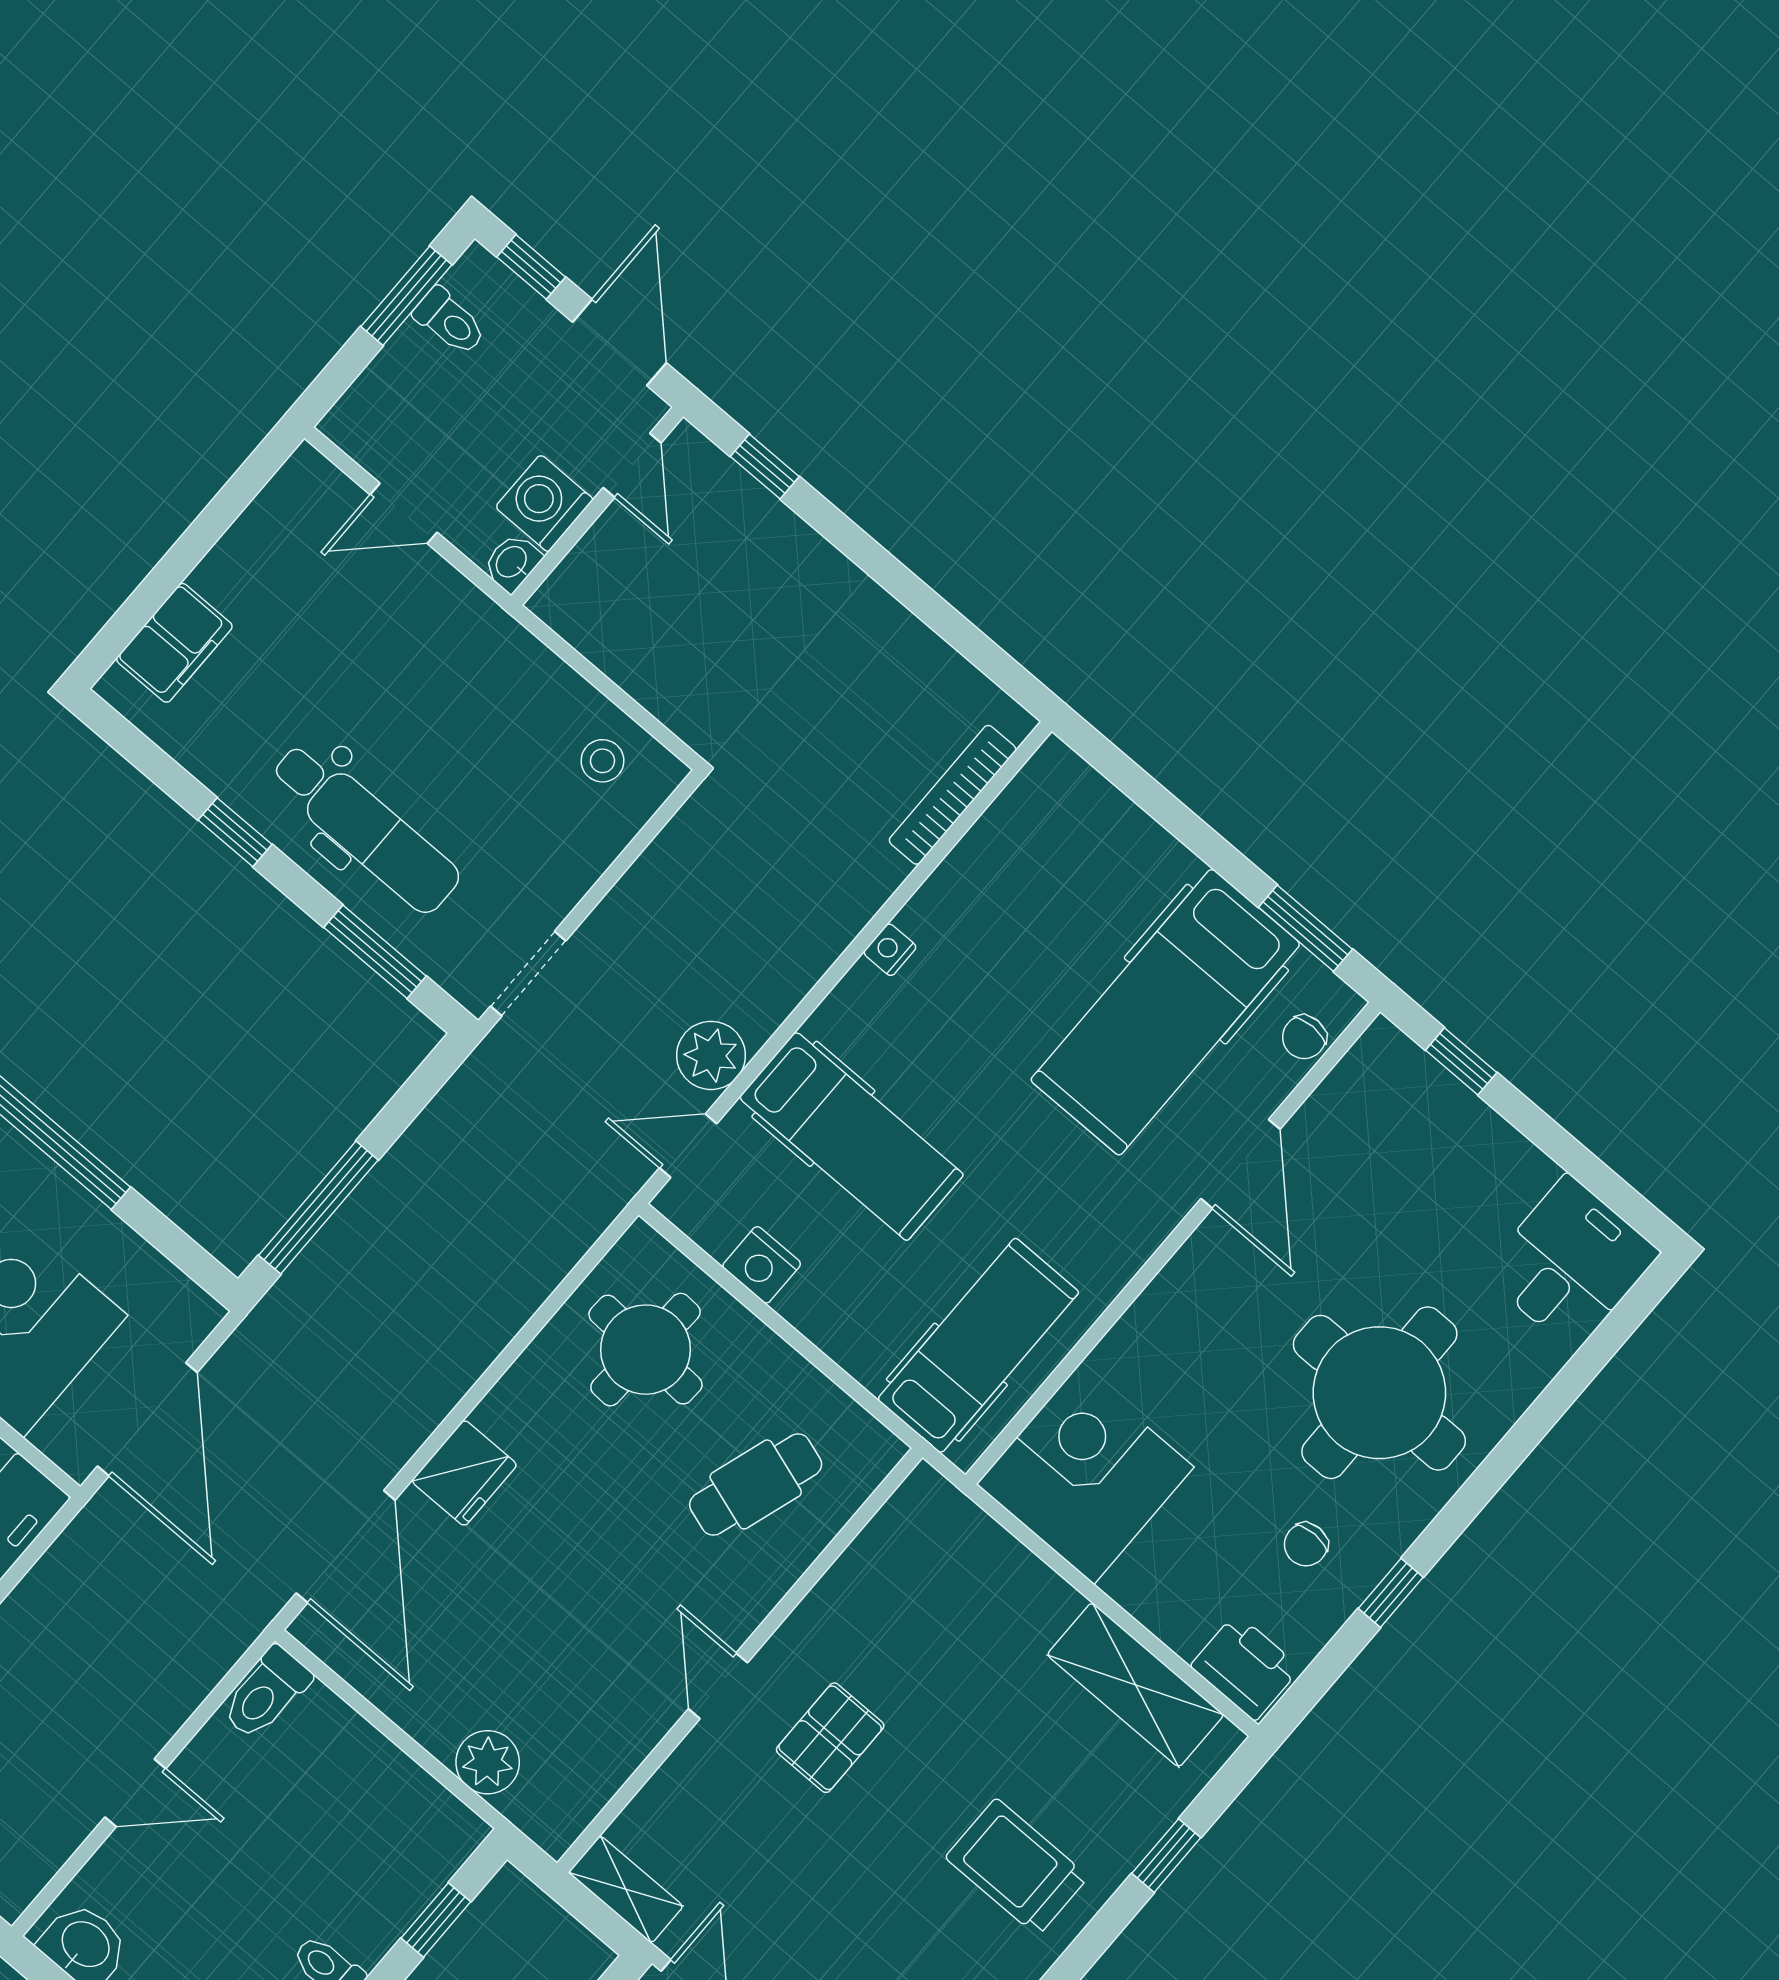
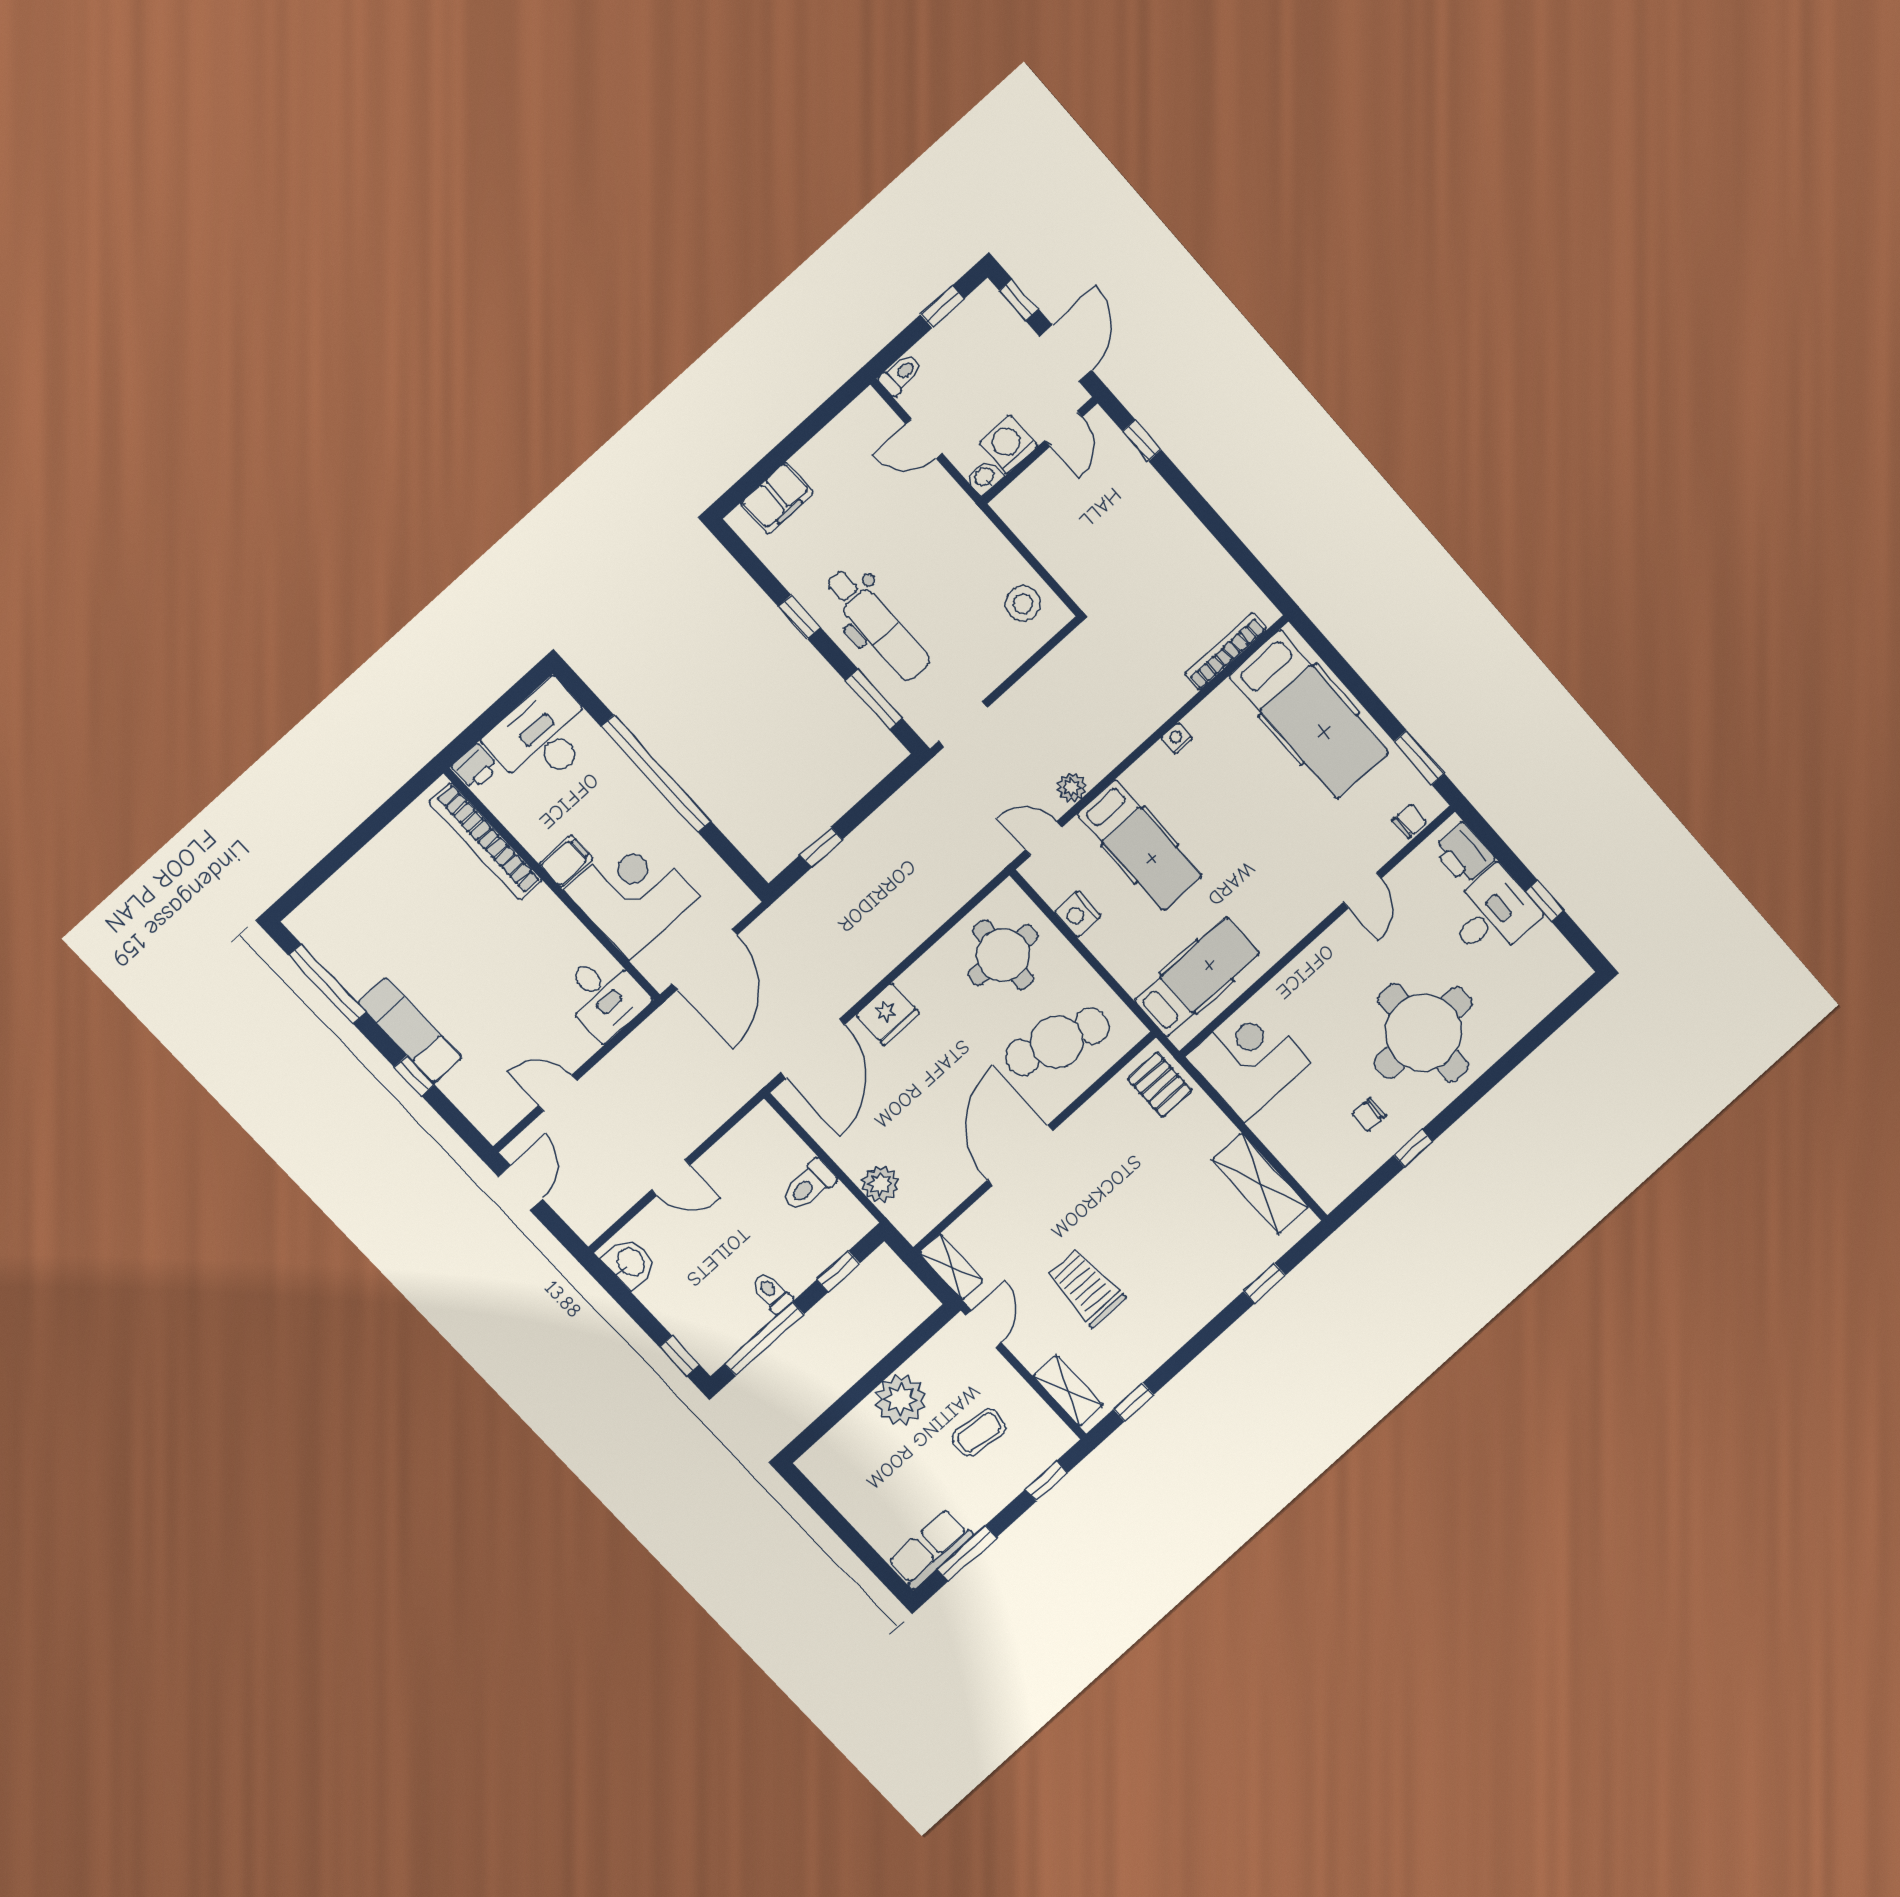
window: (406, 296) -> (942, 307), width x0.67
toilet: (450, 321) -> (901, 374), moved, turned -90
stool: (602, 761) -> (1023, 604), width x1.37, depth x1.37
hospital bed: (1165, 1012) -> (1309, 714), moved, turned -90
chair: (1304, 1037) -> (1409, 821), turned 180
plant: (711, 1055) -> (1072, 787), width x0.73, depth x0.73
window: (1461, 1061) -> (1545, 901), moved
door: (1240, 1164) -> (1362, 890), width x0.73
window: (318, 1208) -> (821, 847), width x0.46
desk: (1571, 1263) -> (1492, 914), moved
cafe table: (756, 1484) -> (1057, 1042), width x1.37, depth x1.35
printer: (1245, 1667) -> (1464, 854), moved, turned 180
door: (718, 1686) -> (1020, 1156), width x1.87
toilet: (266, 1693) -> (808, 1186), moved
pallet: (830, 1738) -> (1160, 1085), moved, turned 90
trolley: (1017, 1867) -> (1086, 1287), moved

